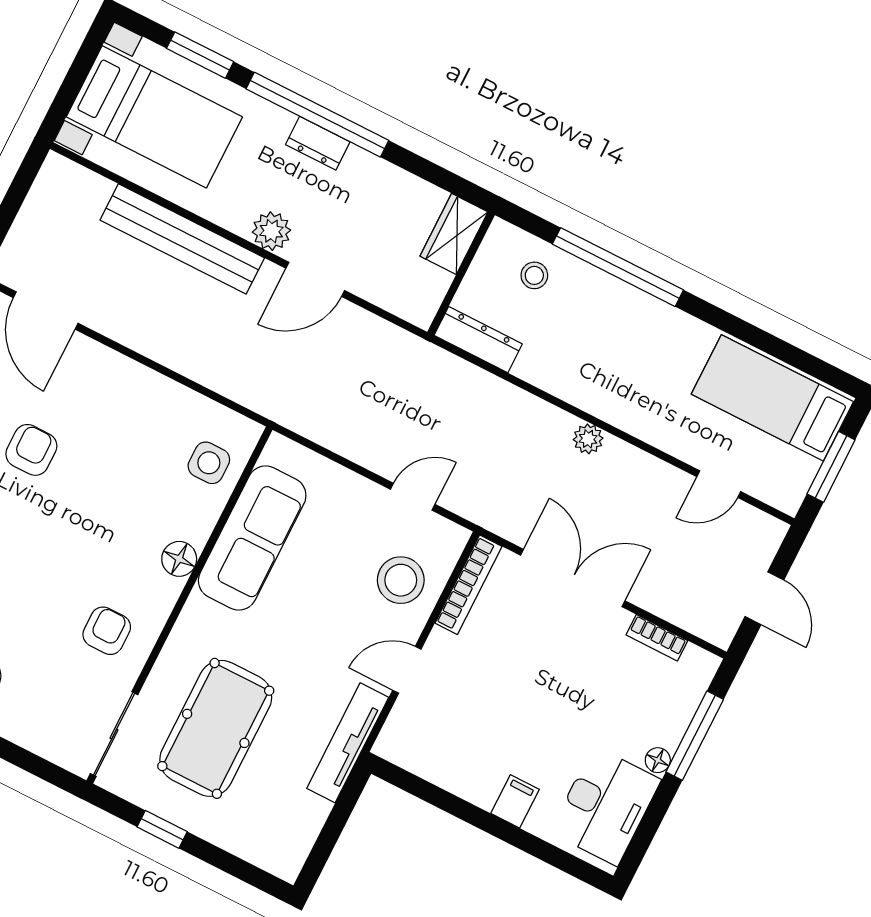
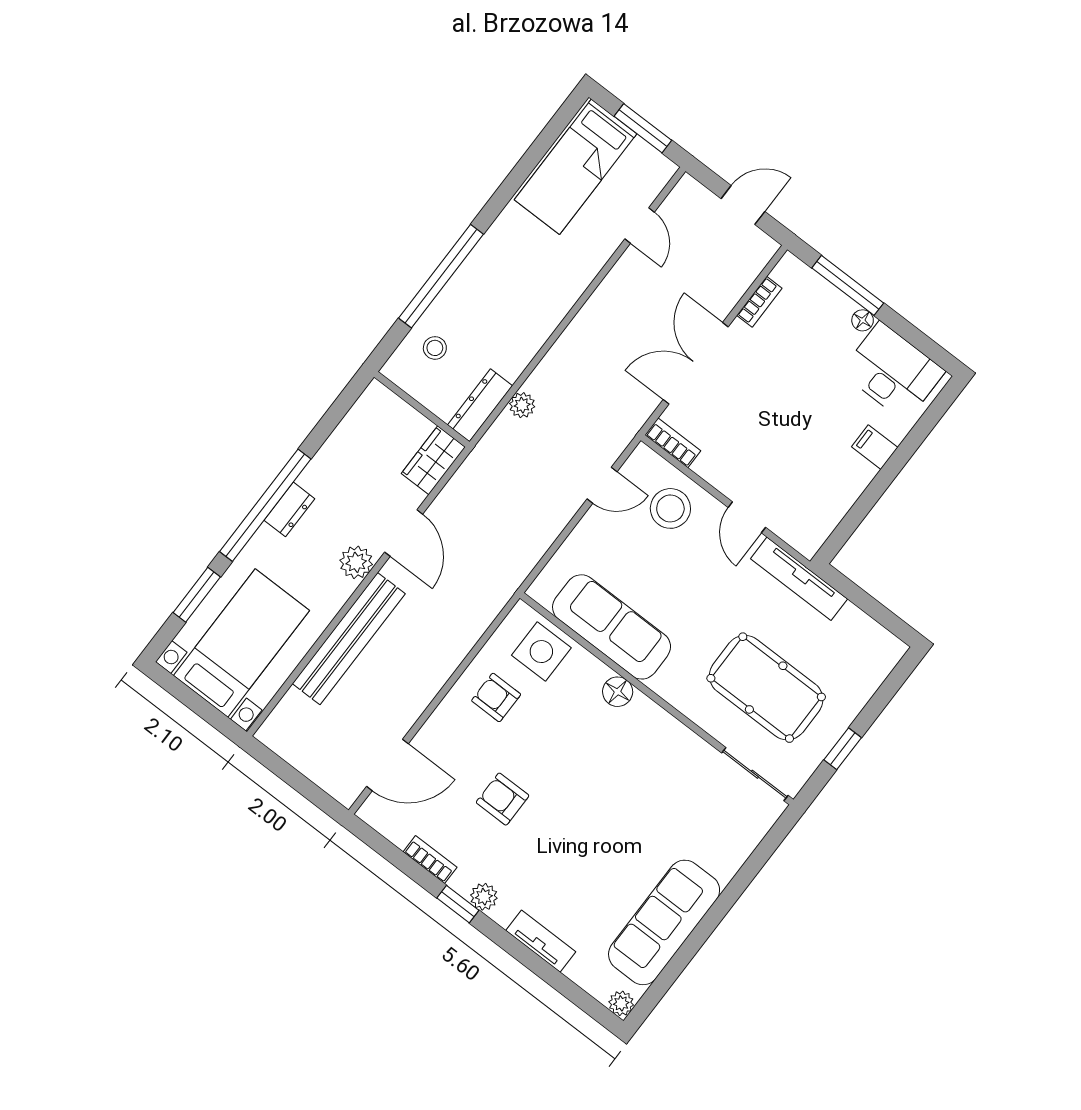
wardrobe: (454, 234) -> (433, 460), moved, turned 90
plant: (588, 439) -> (522, 405), moved
side table: (209, 463) -> (541, 652), width x1.37, depth x1.37
door: (413, 497) -> (602, 485), swing flipped
bookcase: (469, 585) -> (673, 443), width x0.64
armchair: (107, 631) -> (496, 697), moved

